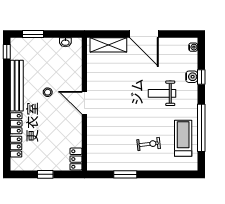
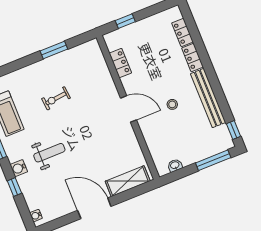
window: (33, 34) -> (213, 160), width x1.44
water cooler: (192, 77) -> (19, 168), moved
exercise bike: (149, 144) -> (56, 98), moved
locker: (76, 159) -> (120, 63), moved
window: (45, 174) -> (125, 21), moved

